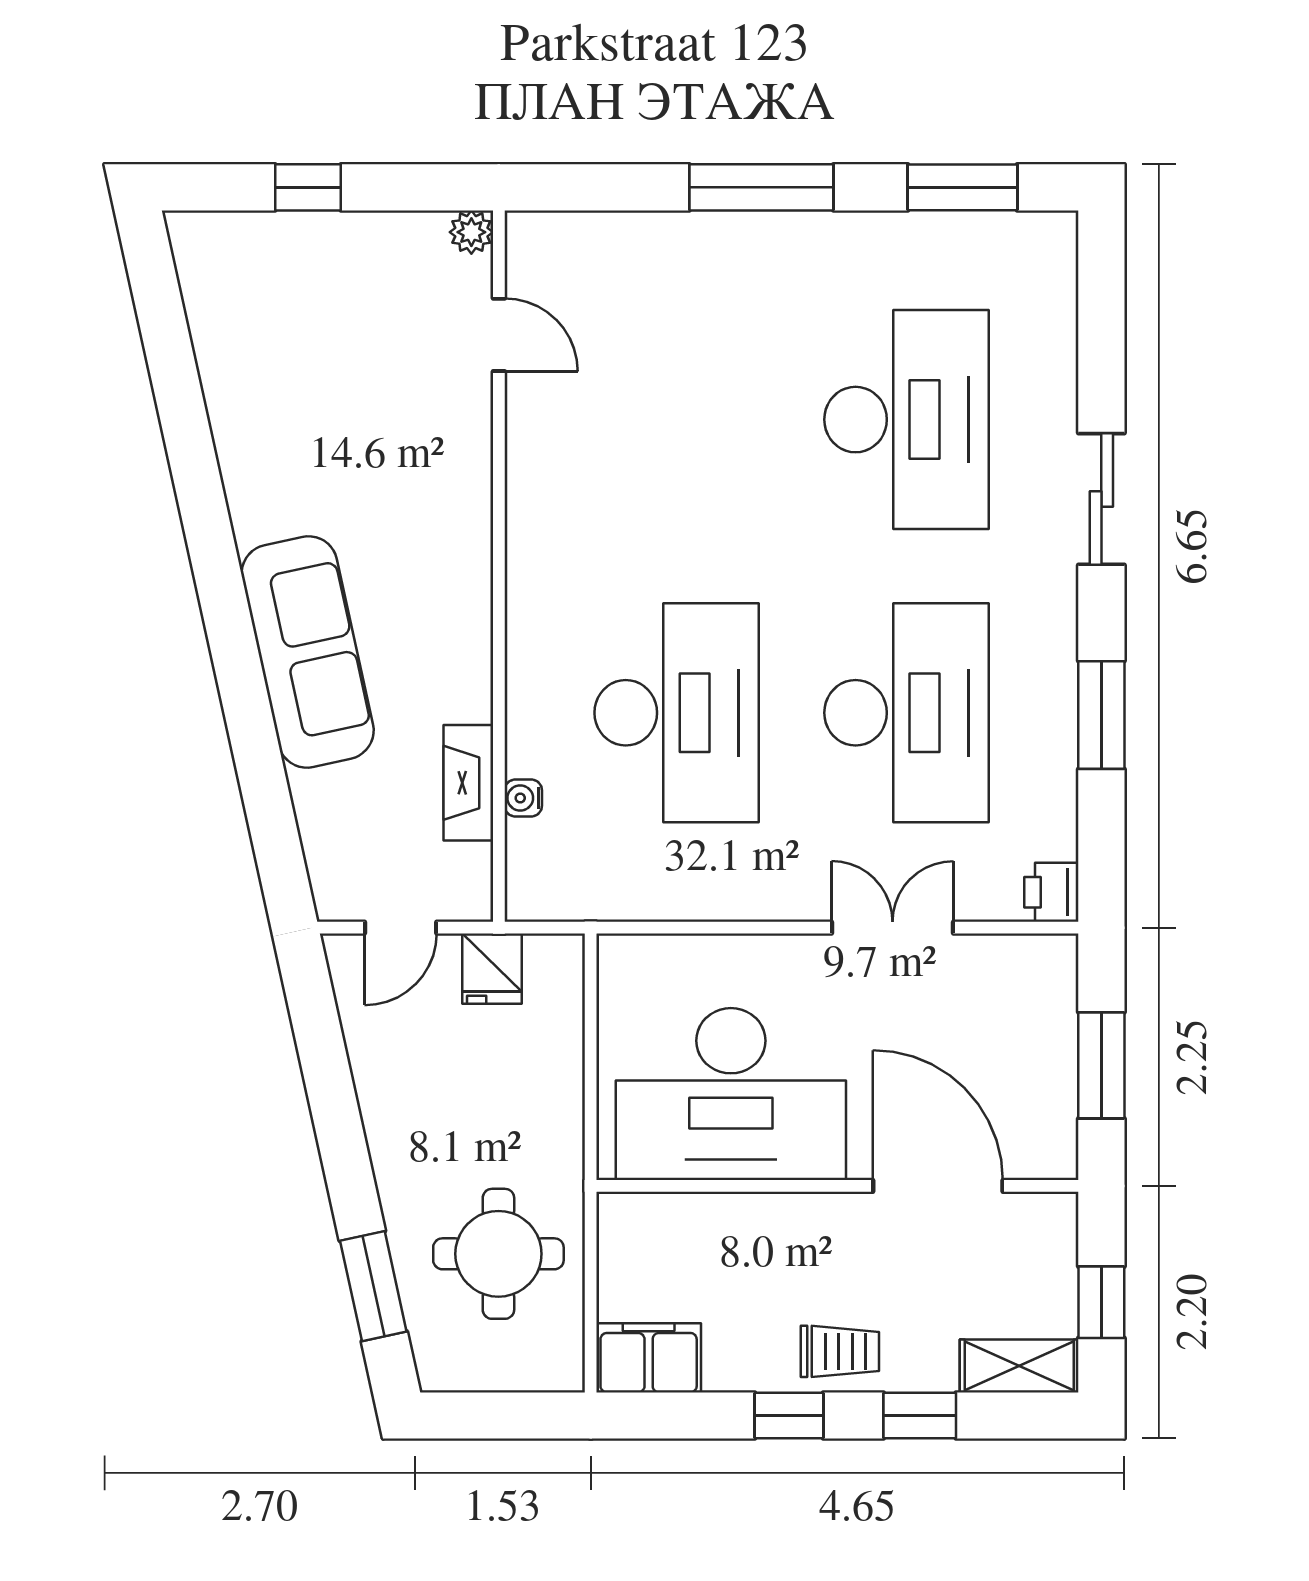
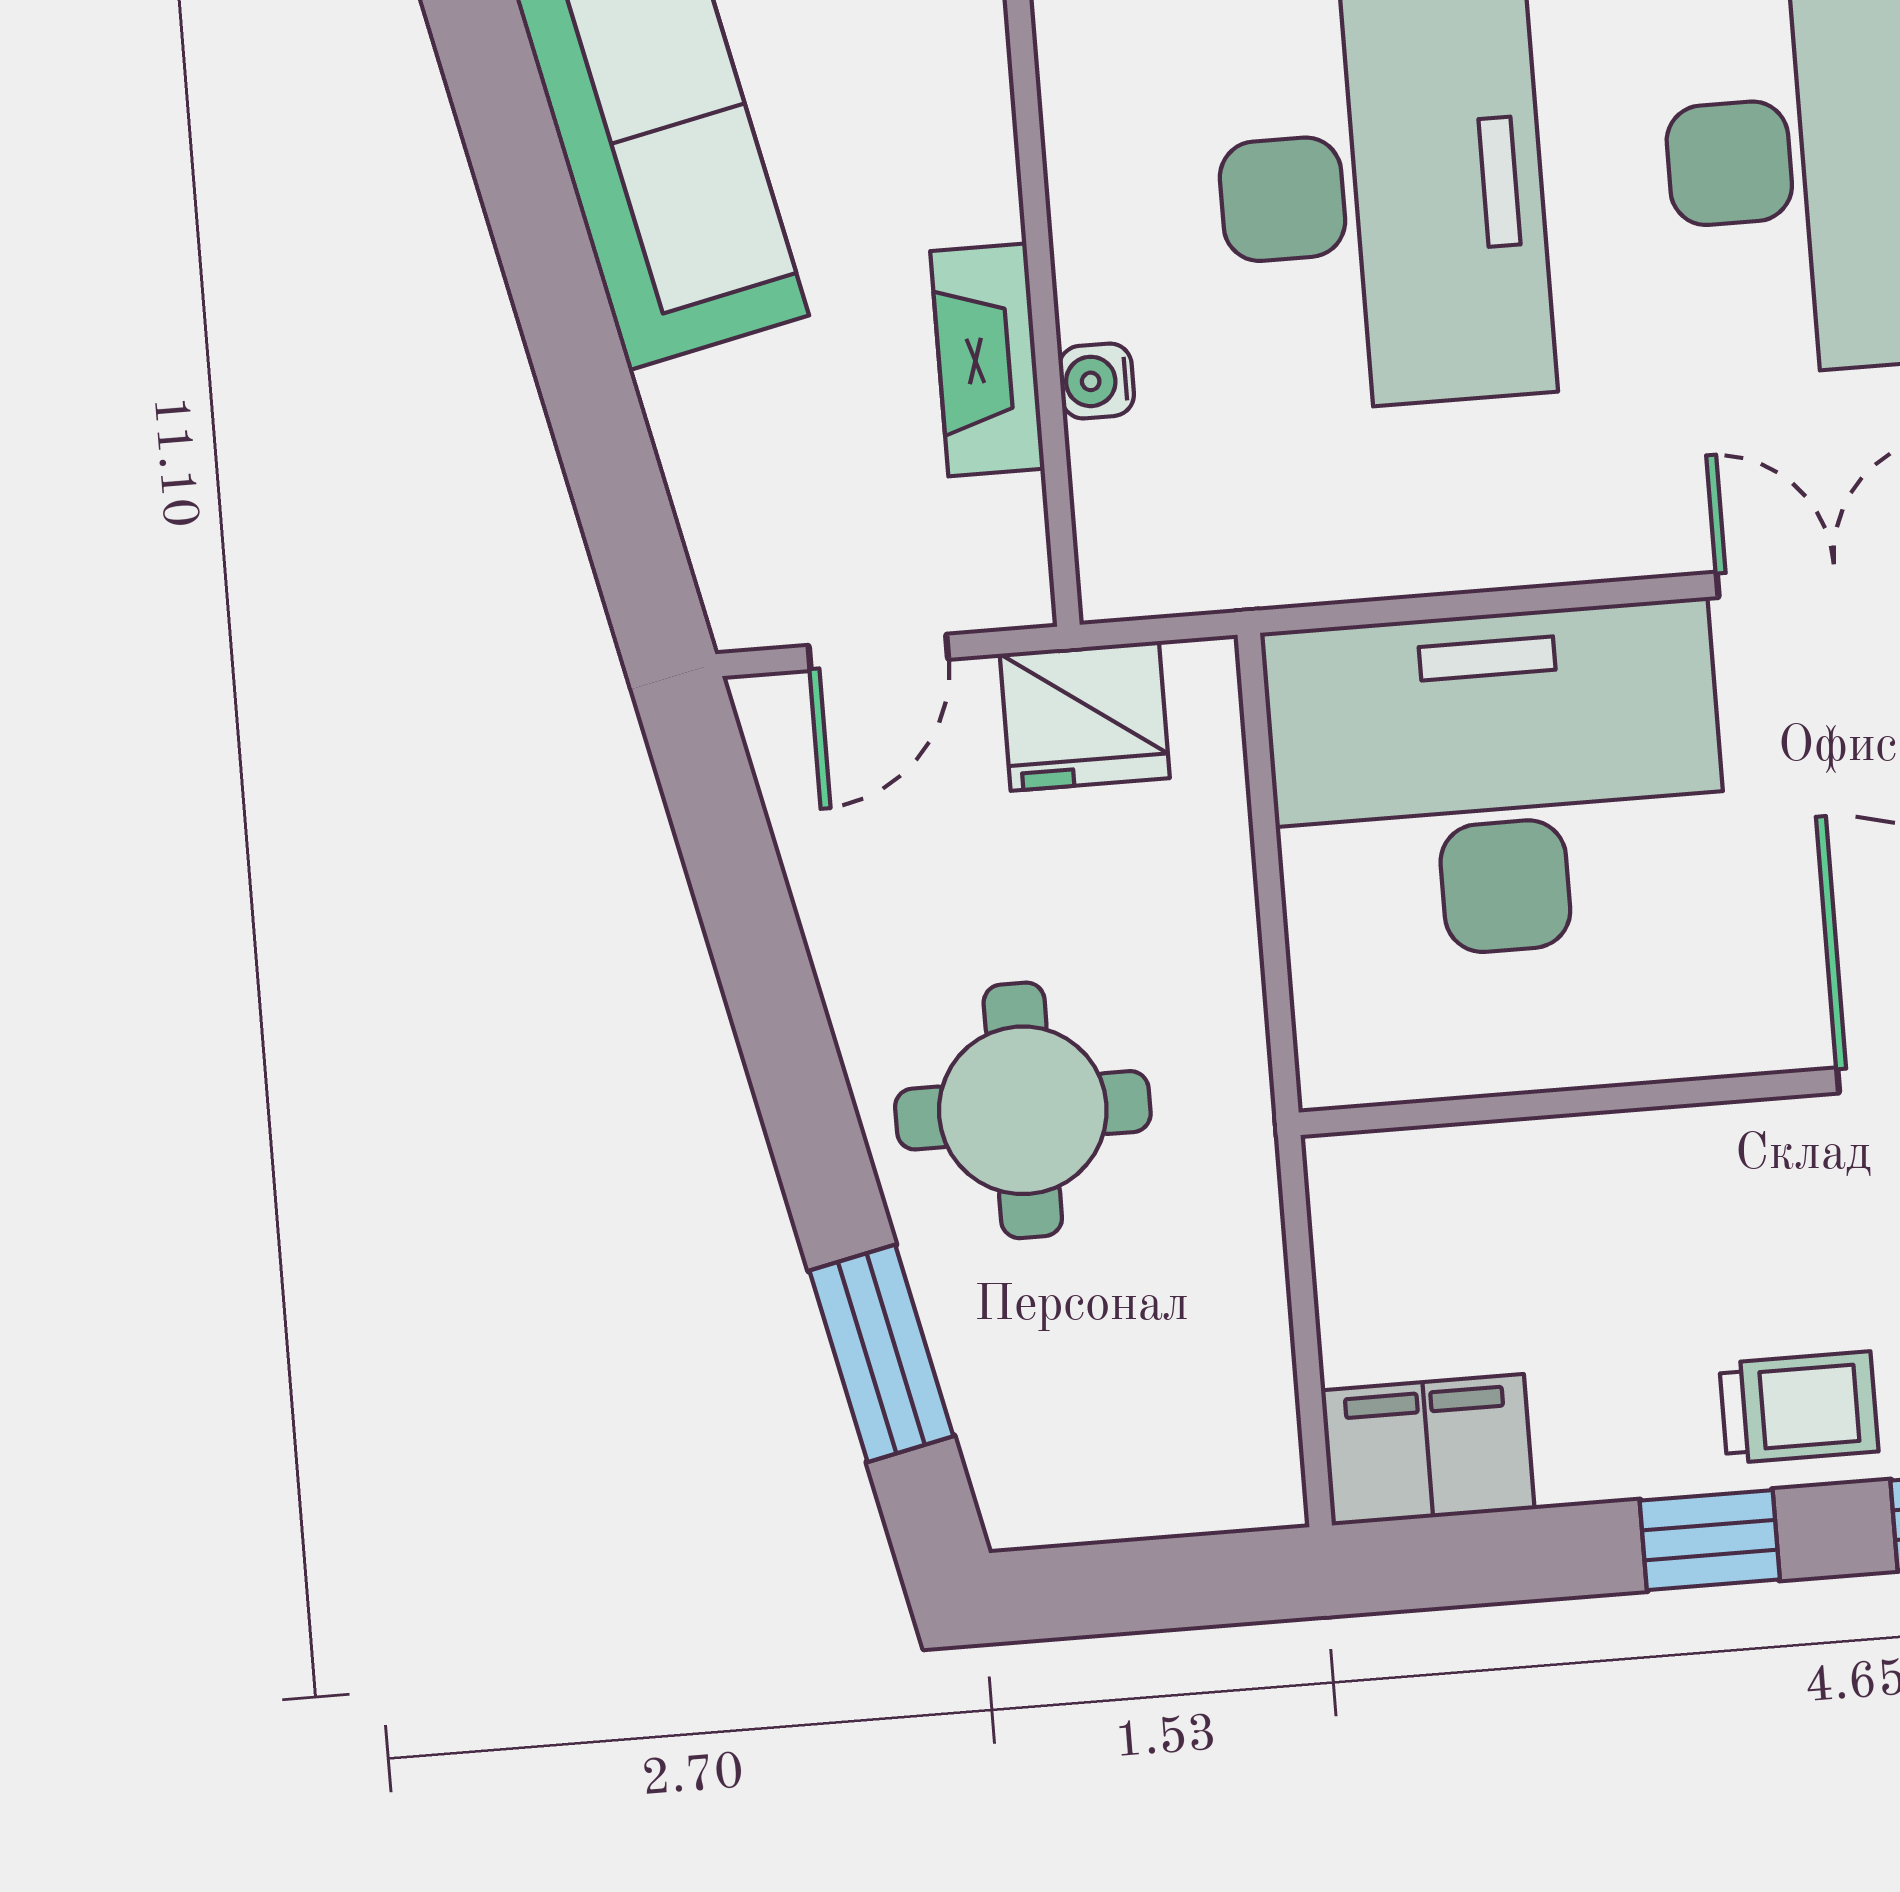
fridge: (492, 969) -> (1085, 716), width x1.38
desk: (731, 1094) -> (1497, 782), moved, turned 180
round table: (498, 1254) -> (1023, 1110), moved

